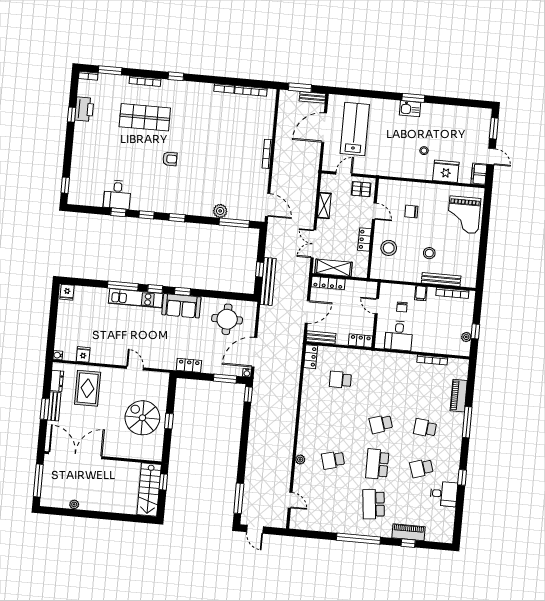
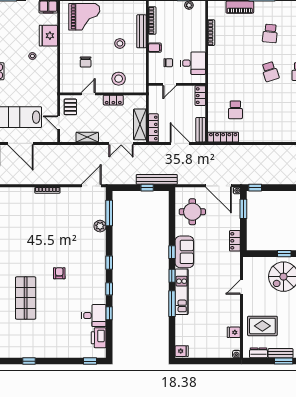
printer: (84, 109) -> (99, 338), moved, turned -90
locker: (311, 357) -> (223, 137), width x1.53

